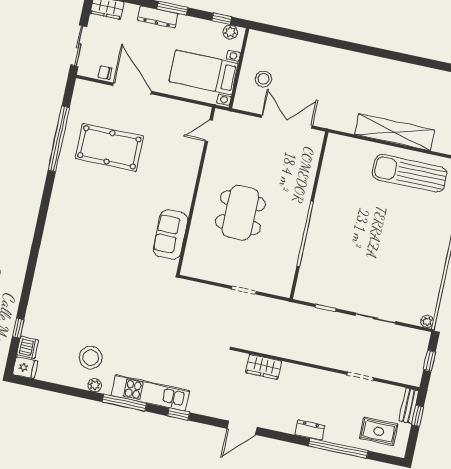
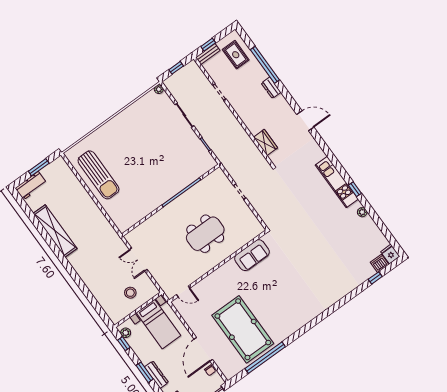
double door: (287, 122) -> (138, 259), width x0.73
shelving: (394, 132) -> (55, 231), moved
pool table: (109, 147) -> (243, 329), width x1.36, depth x1.32
stool: (91, 358) -> (351, 228), removed
window: (124, 403) -> (355, 189), width x0.46
window: (178, 414) -> (332, 158), removed

